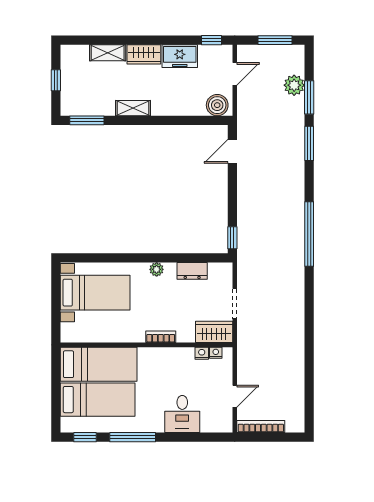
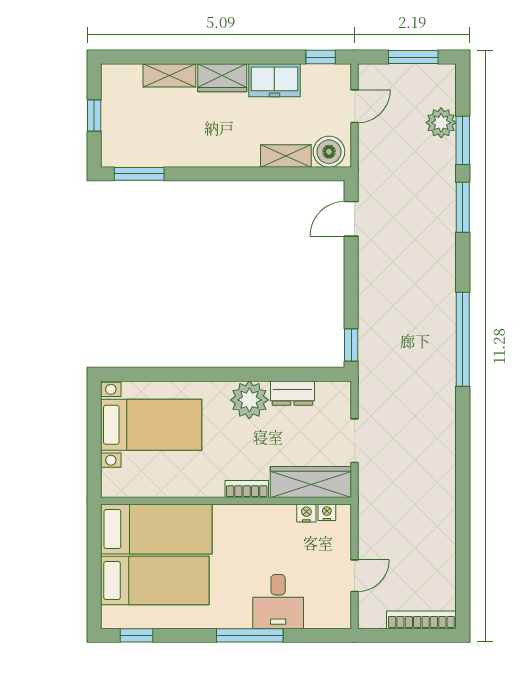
shelving: (133, 108) -> (286, 156), moved
plant: (157, 269) -> (249, 400), width x1.88, depth x1.88
wardrobe: (214, 332) -> (311, 482), width x1.50
bookcase: (261, 427) -> (421, 620), moved
window: (133, 437) -> (250, 635), moved

